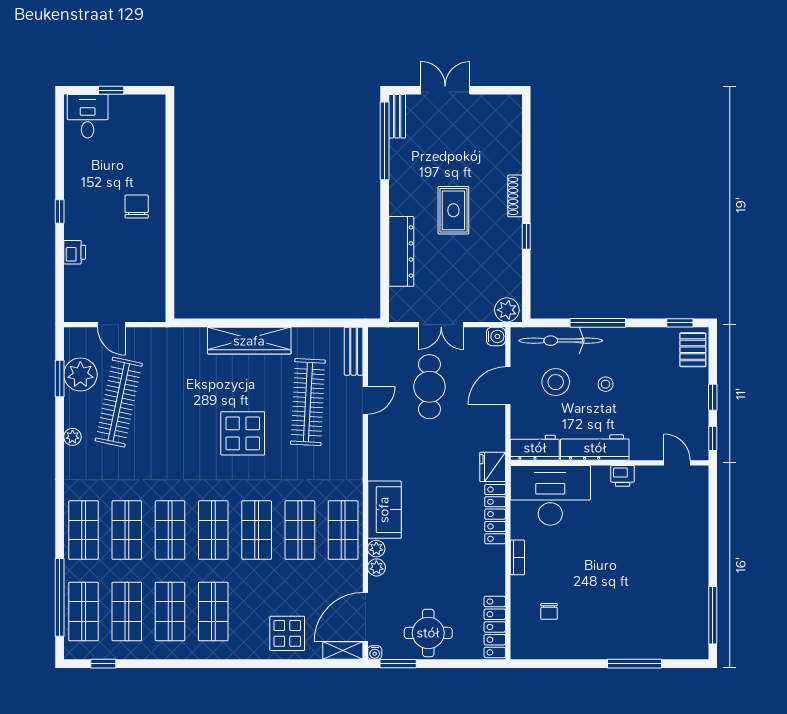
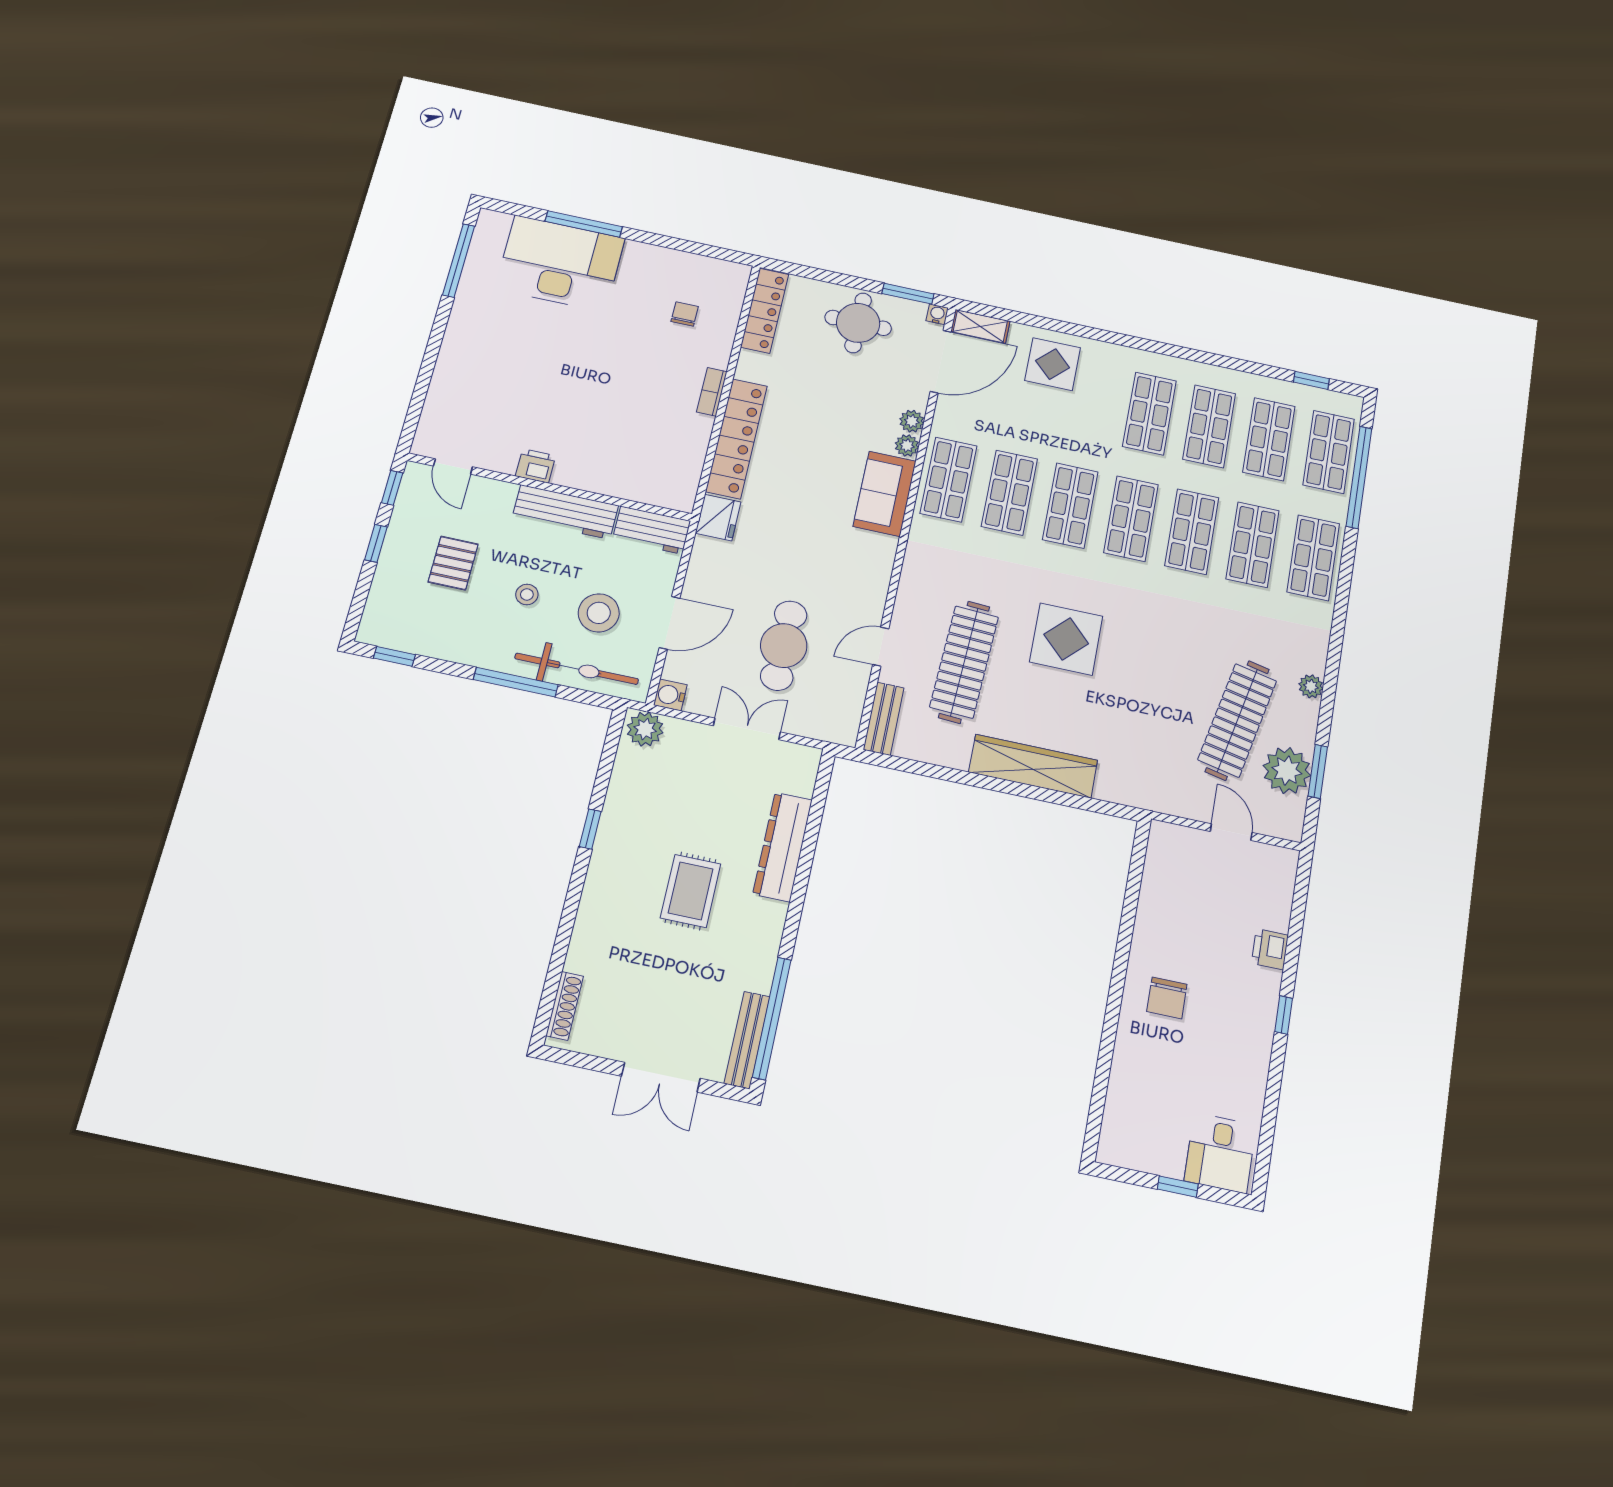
bench: (397, 116) -> (747, 1040), width x1.36
shoe rack: (515, 196) -> (565, 1006), moved
pallet: (693, 350) -> (453, 563), moved
desk: (550, 495) -> (560, 263), moved, turned 180
locker: (495, 514) -> (736, 439), width x1.41, depth x1.21

